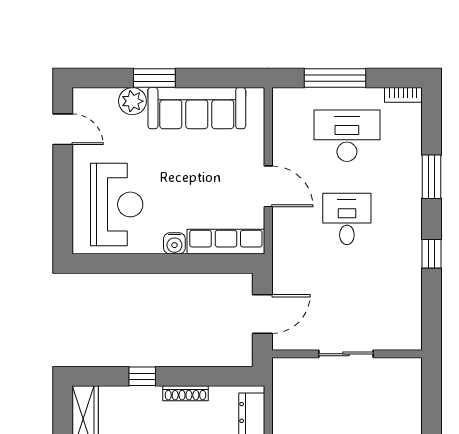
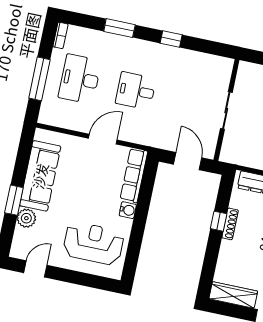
window: (142, 376) -> (219, 221), moved

